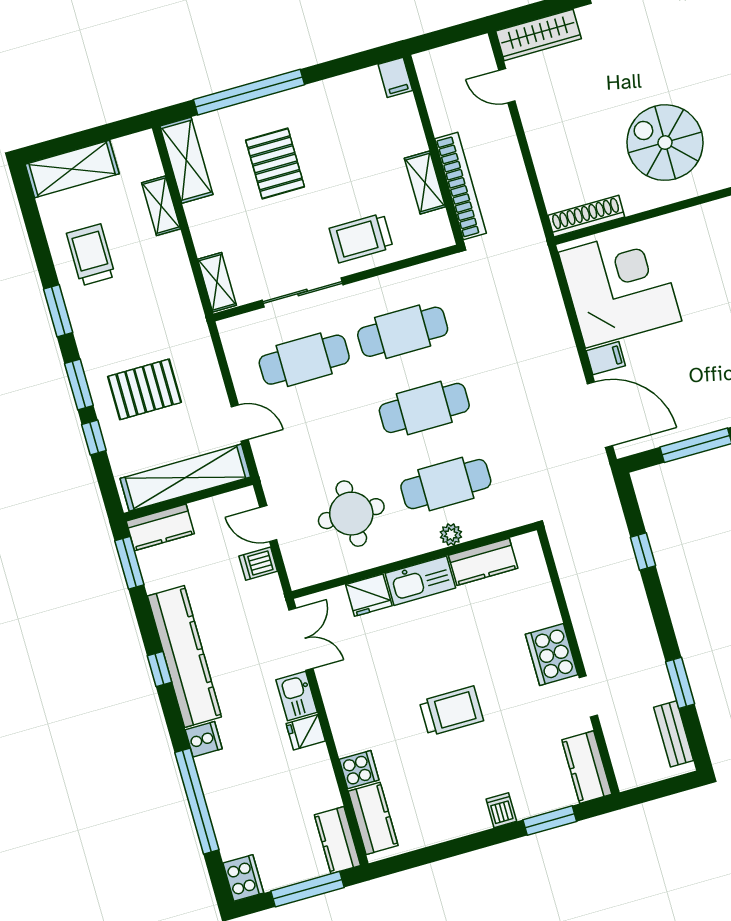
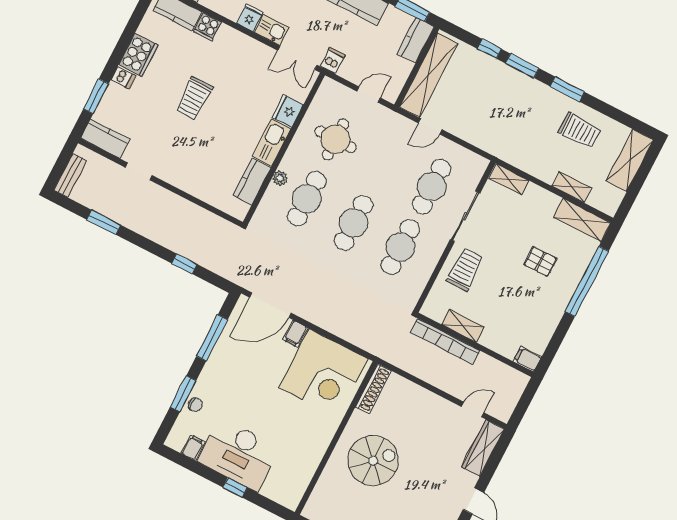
pallet: (275, 163) -> (540, 262), width x0.67, depth x0.71
pallet: (144, 389) -> (490, 95), removed
dishwasher: (258, 564) -> (333, 61), moved
cooker: (552, 654) -> (138, 55), moved, turned 90
bench: (674, 734) -> (70, 175), moved, turned 90

